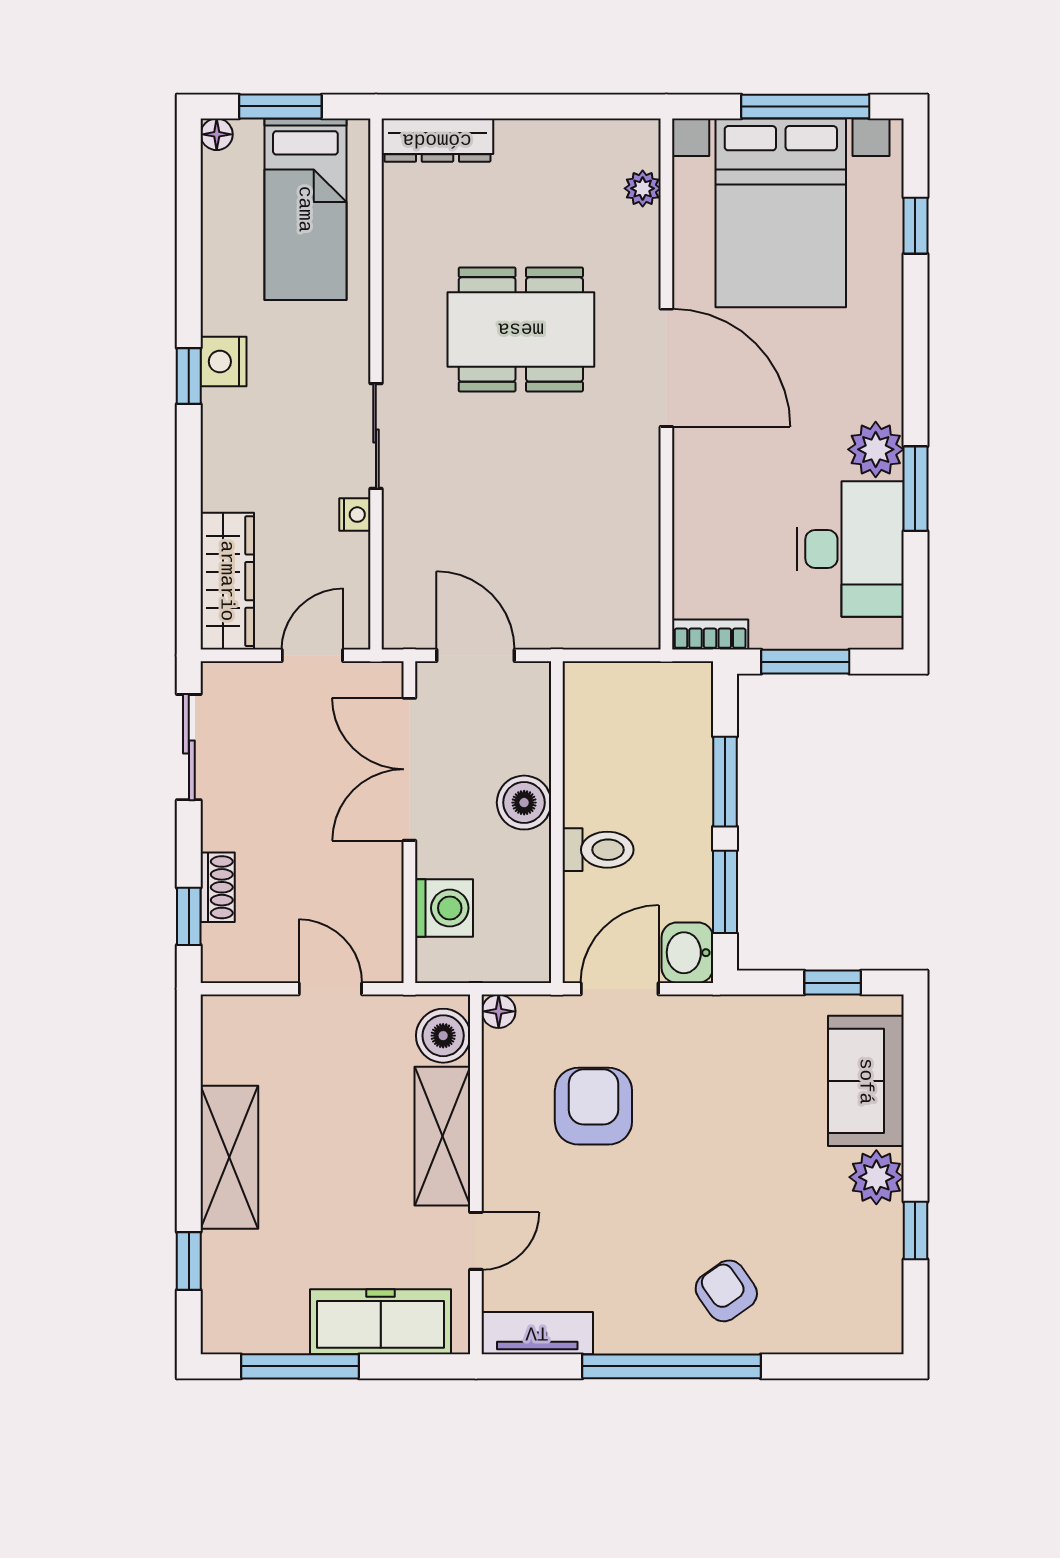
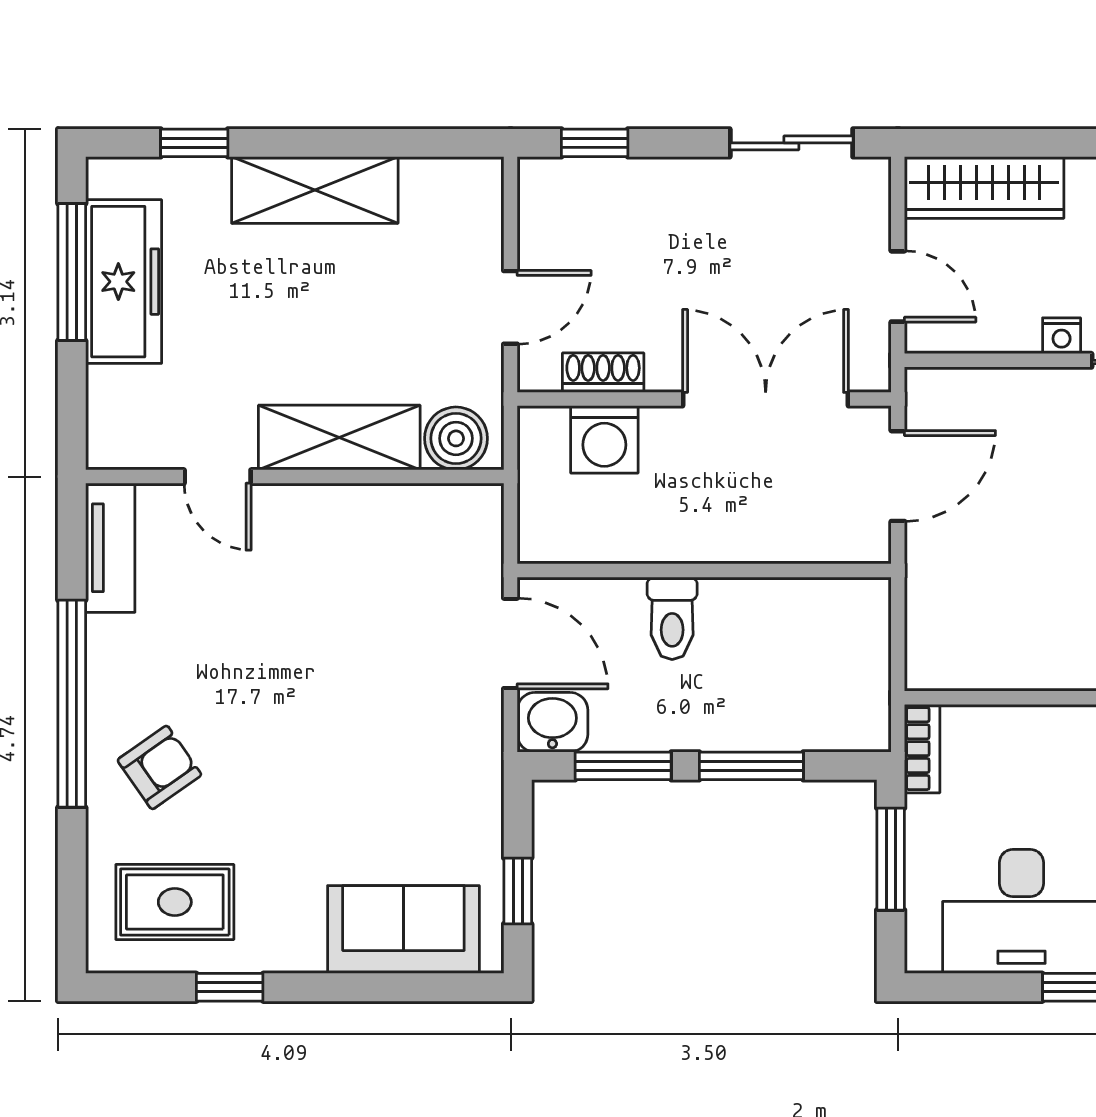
boiler: (524, 803) -> (727, 532), removed
shoe rack: (218, 887) -> (603, 373), moved, turned 180
floor lamp: (499, 1011) -> (484, 503), removed
armchair: (593, 1106) -> (374, 613), removed
plant: (876, 1177) -> (291, 942), removed
rug: (842, 1278) -> (175, 902), added
freezer: (381, 1322) -> (124, 282), moved

